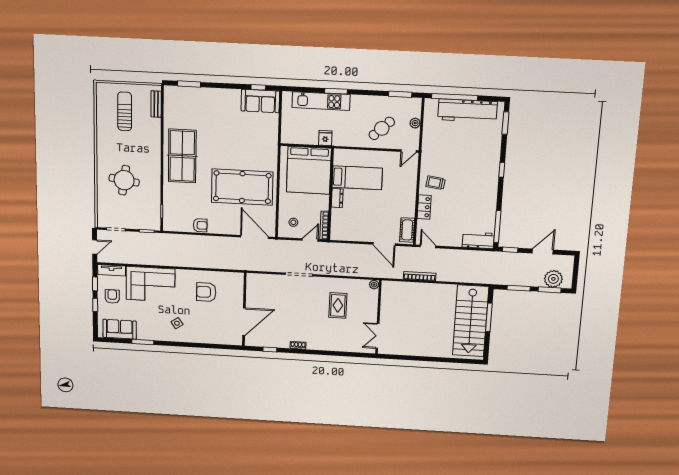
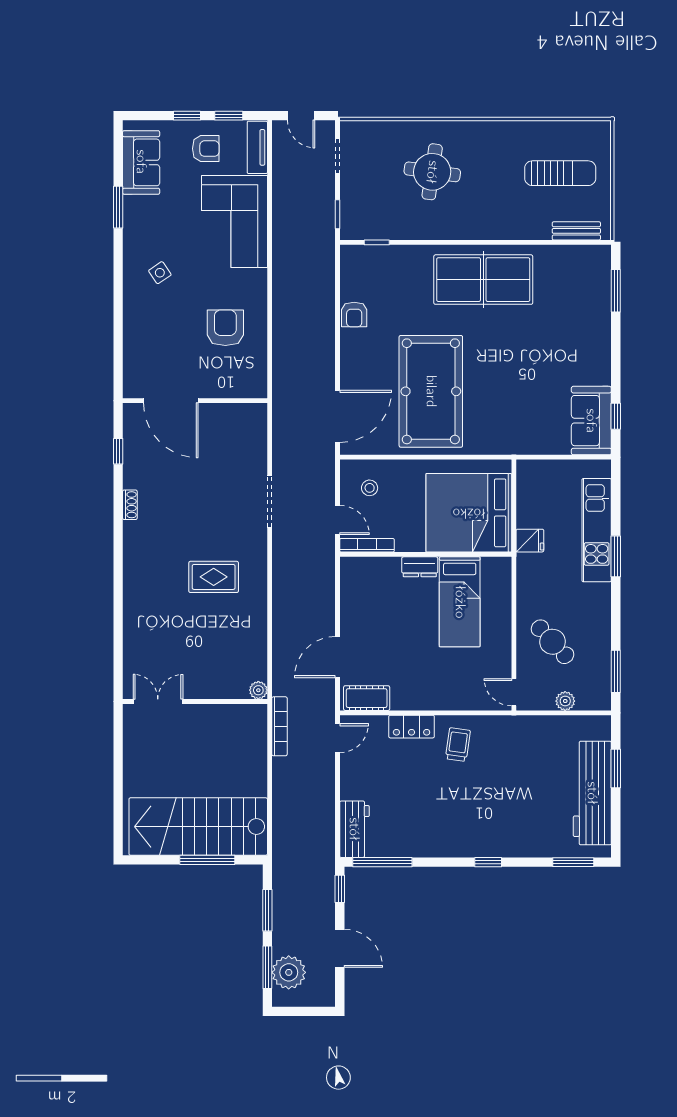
window: (455, 97) -> (616, 769), width x0.47
plant: (374, 285) -> (258, 690), moved
wall: (378, 317) -> (195, 702), moved
double door: (377, 336) -> (158, 702), moved

